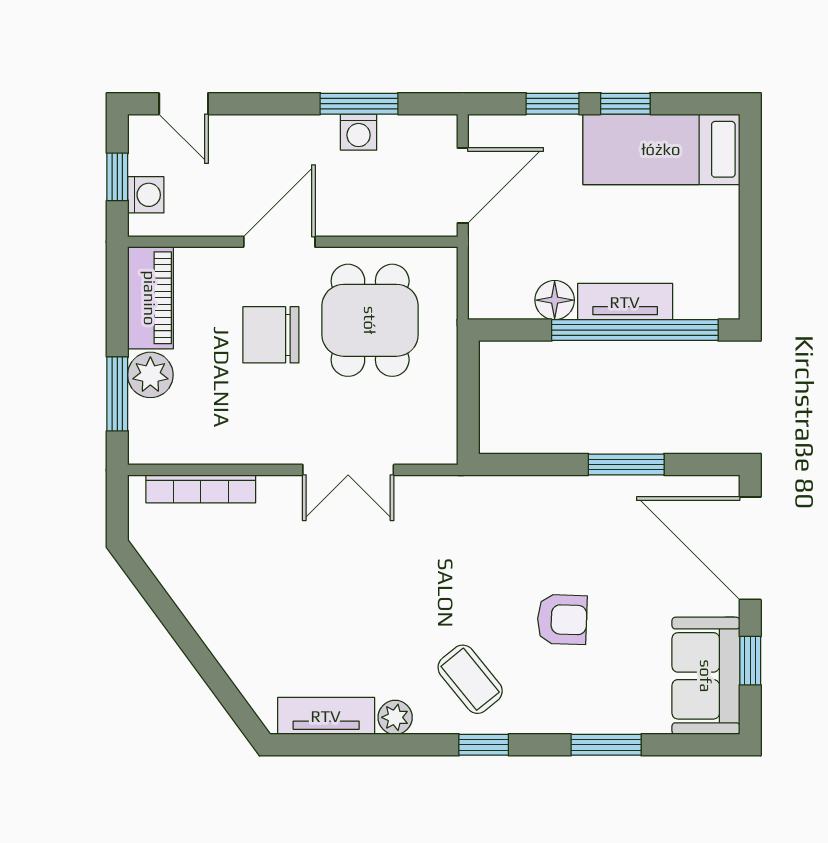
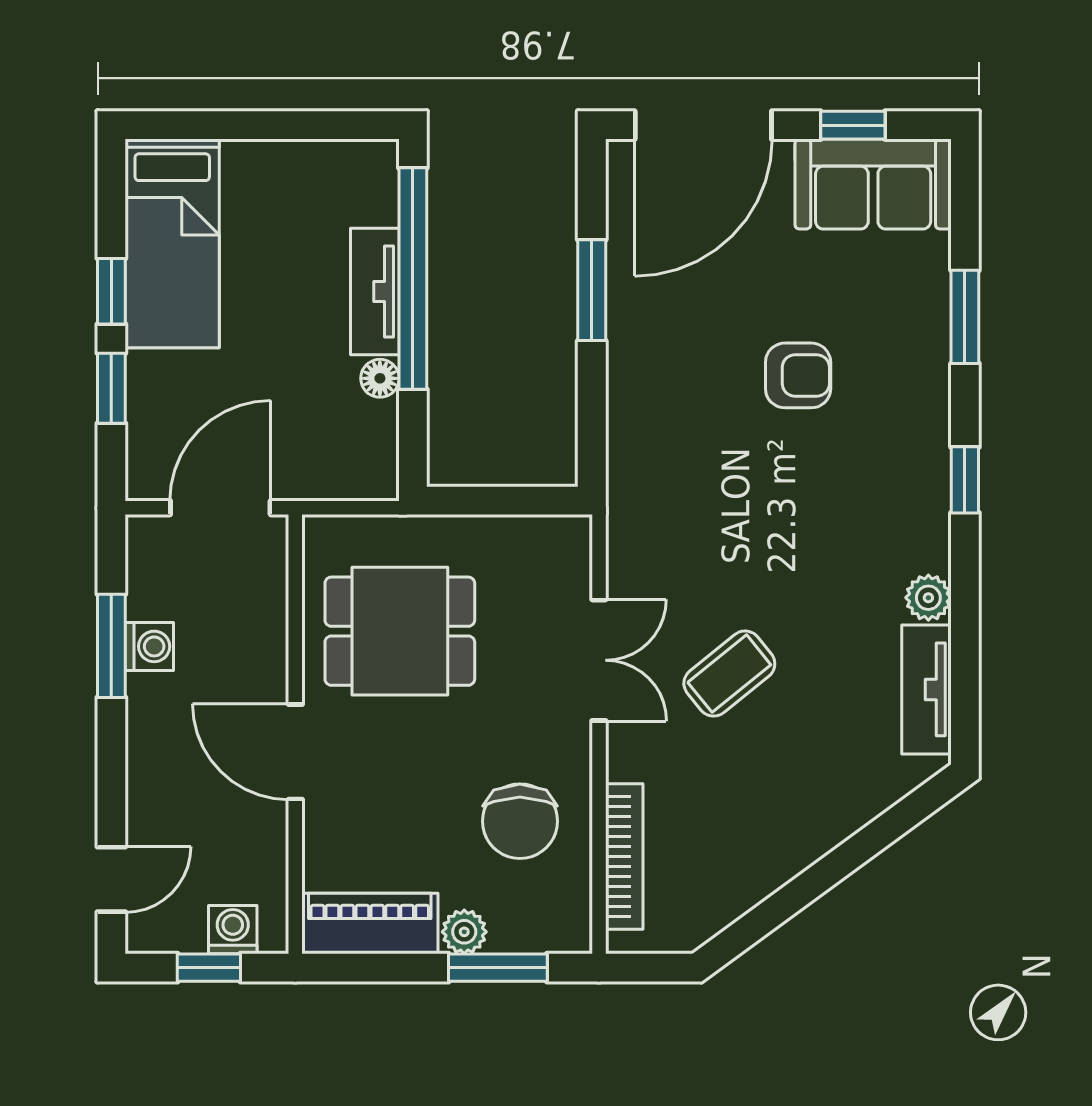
door: (463, 185) -> (220, 508), hinge flipped
floor lamp: (555, 300) -> (380, 378), width x0.73, depth x0.73
chair: (271, 335) -> (520, 821), moved
plant: (150, 375) -> (464, 932), width x0.73, depth x0.73
armchair: (562, 619) -> (798, 375), turned 88
coffee table: (470, 679) -> (729, 674), moved

